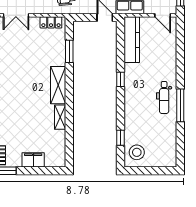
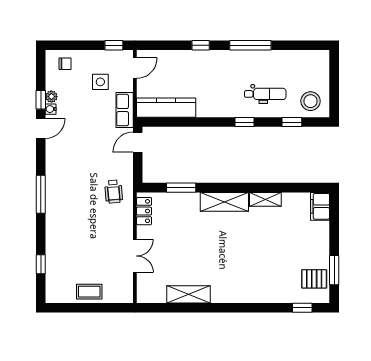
window: (180, 67) -> (201, 45), added
window: (120, 79) -> (244, 122), moved
dental chair: (164, 97) -> (265, 94), moved
filing cabinet: (33, 160) -> (320, 206), moved

